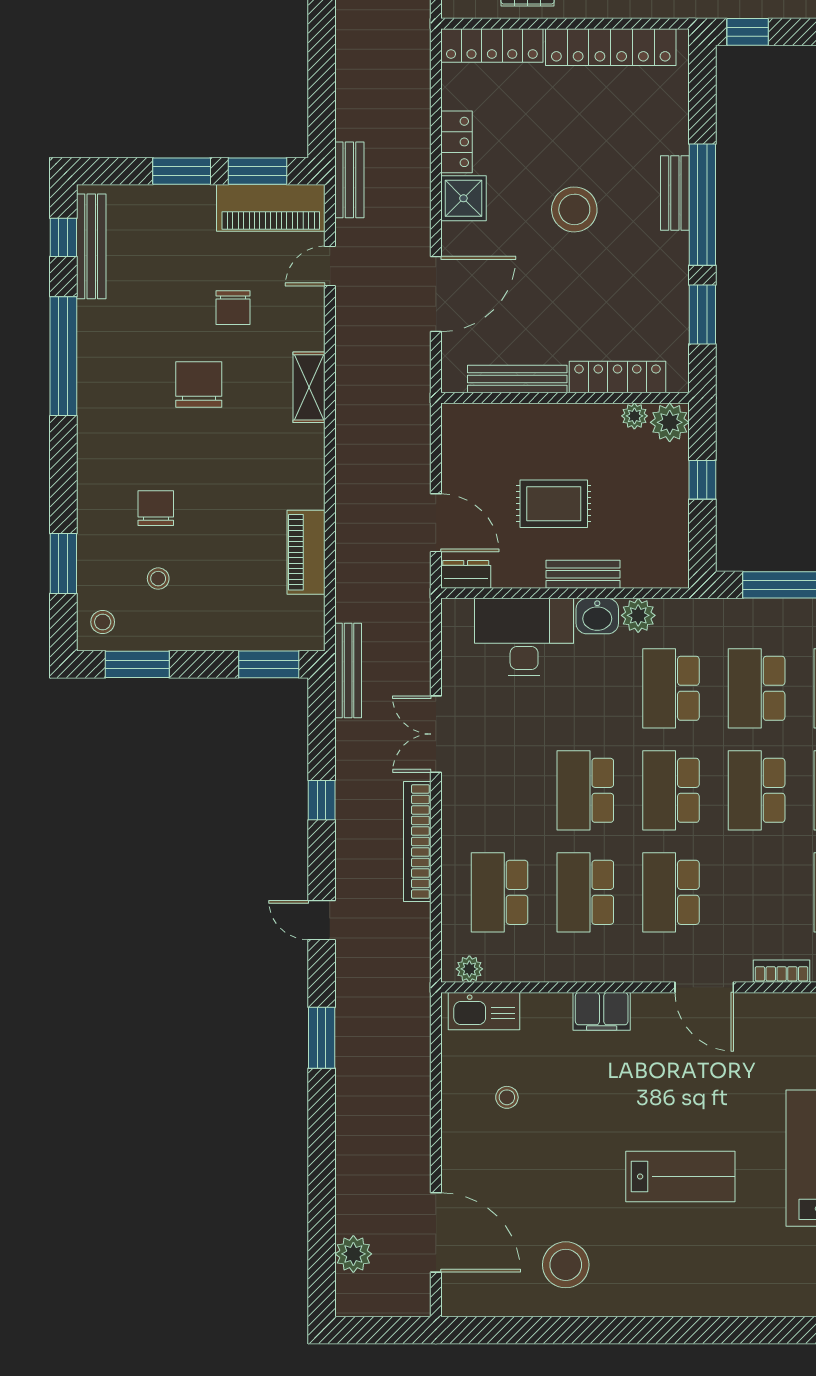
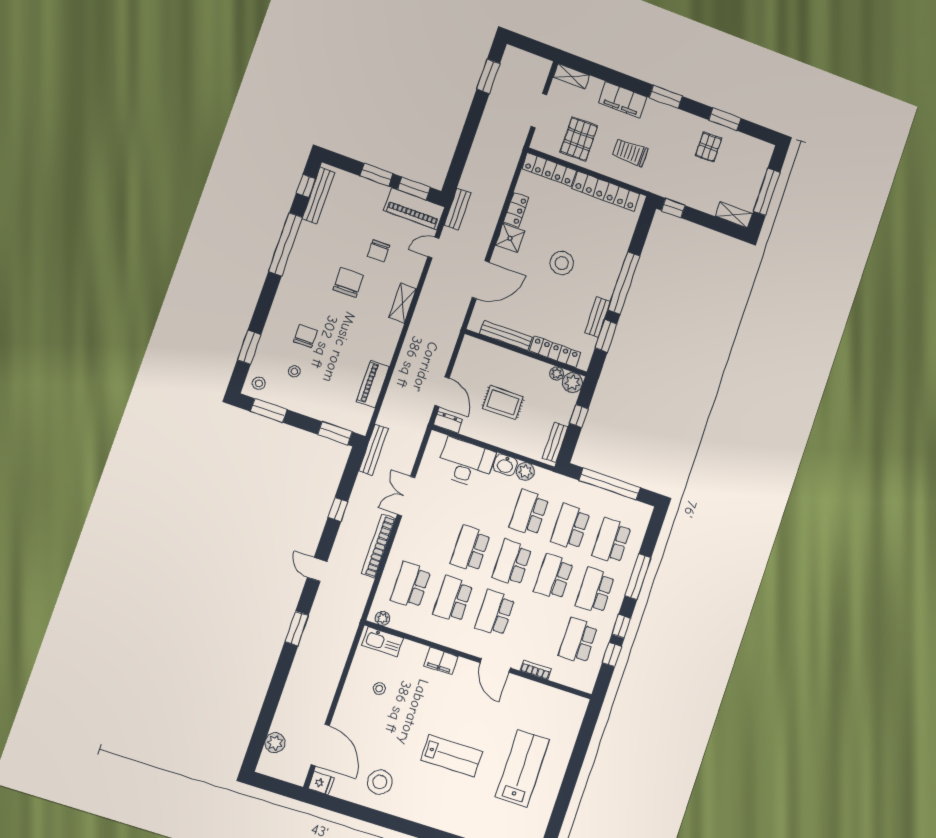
bench: (675, 193) -> (598, 317), moved
bench: (583, 574) -> (555, 442), moved, turned 90
fridge: (461, 1300) -> (321, 783), added

